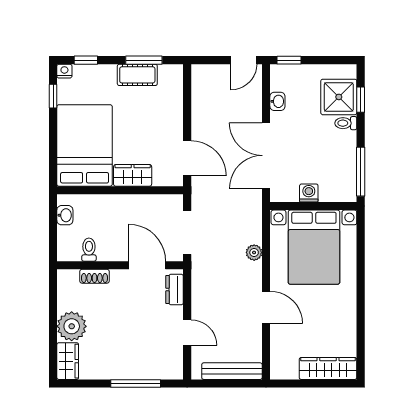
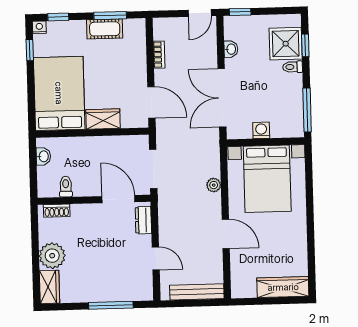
bookcase: (197, 105) -> (159, 55), added
shoe rack: (95, 276) -> (57, 211), moved

